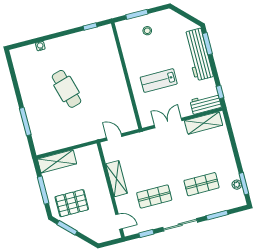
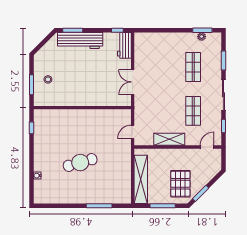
lab bench: (159, 81) -> (94, 81), removed
shelving: (204, 123) -> (141, 51), removed
shelving: (57, 161) -> (141, 179), width x1.47

